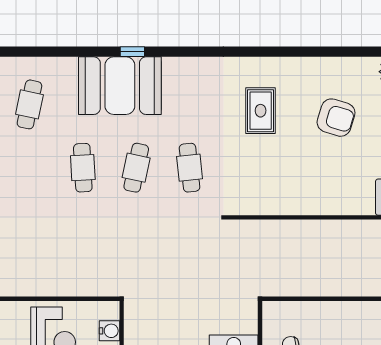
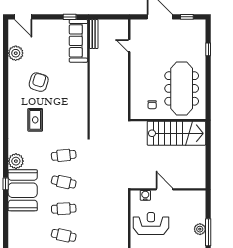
plant: (178, 72) -> (16, 161), added
cafe table: (29, 104) -> (64, 235), moved
rug: (261, 111) -> (35, 120), turned 90

